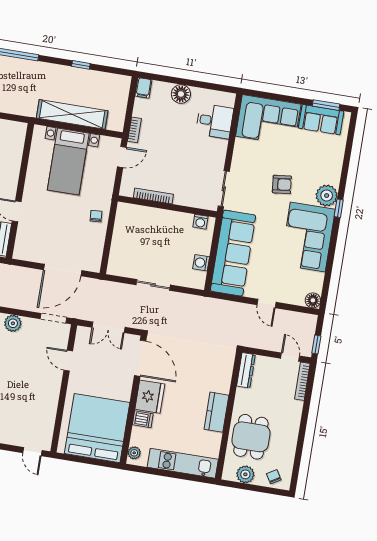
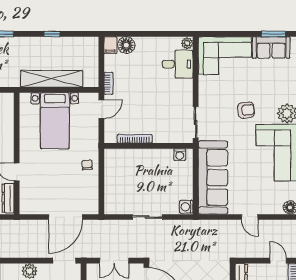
floor lamp: (181, 94) -> (126, 45), moved
plant: (229, 100) -> (187, 43), added
washing machine: (201, 263) -> (186, 207), moved

